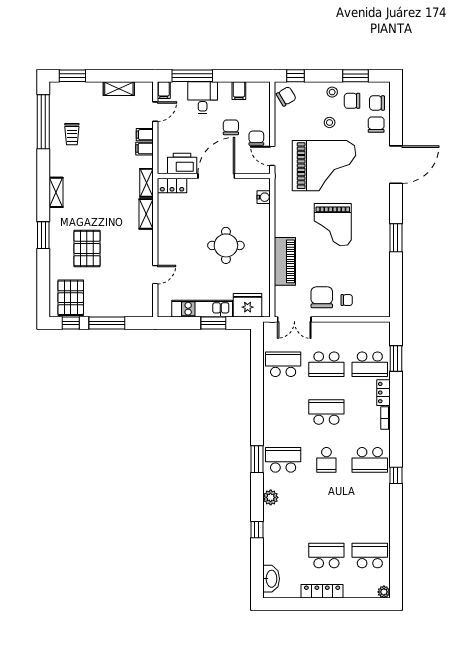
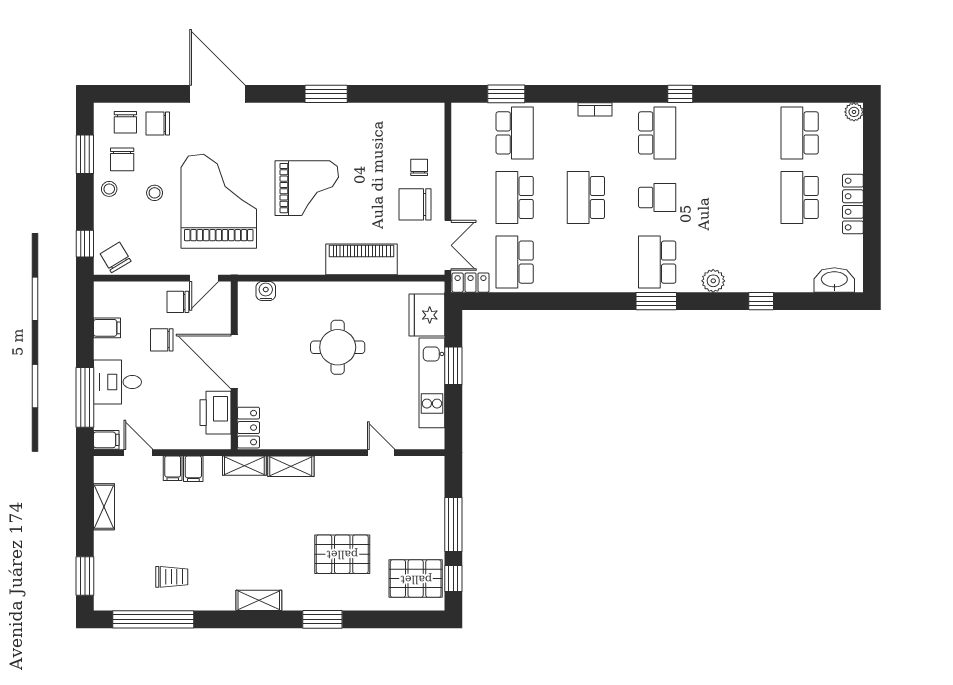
school desk: (326, 364) -> (515, 197), turned 180
locker: (384, 393) -> (471, 283), moved, turned 180

